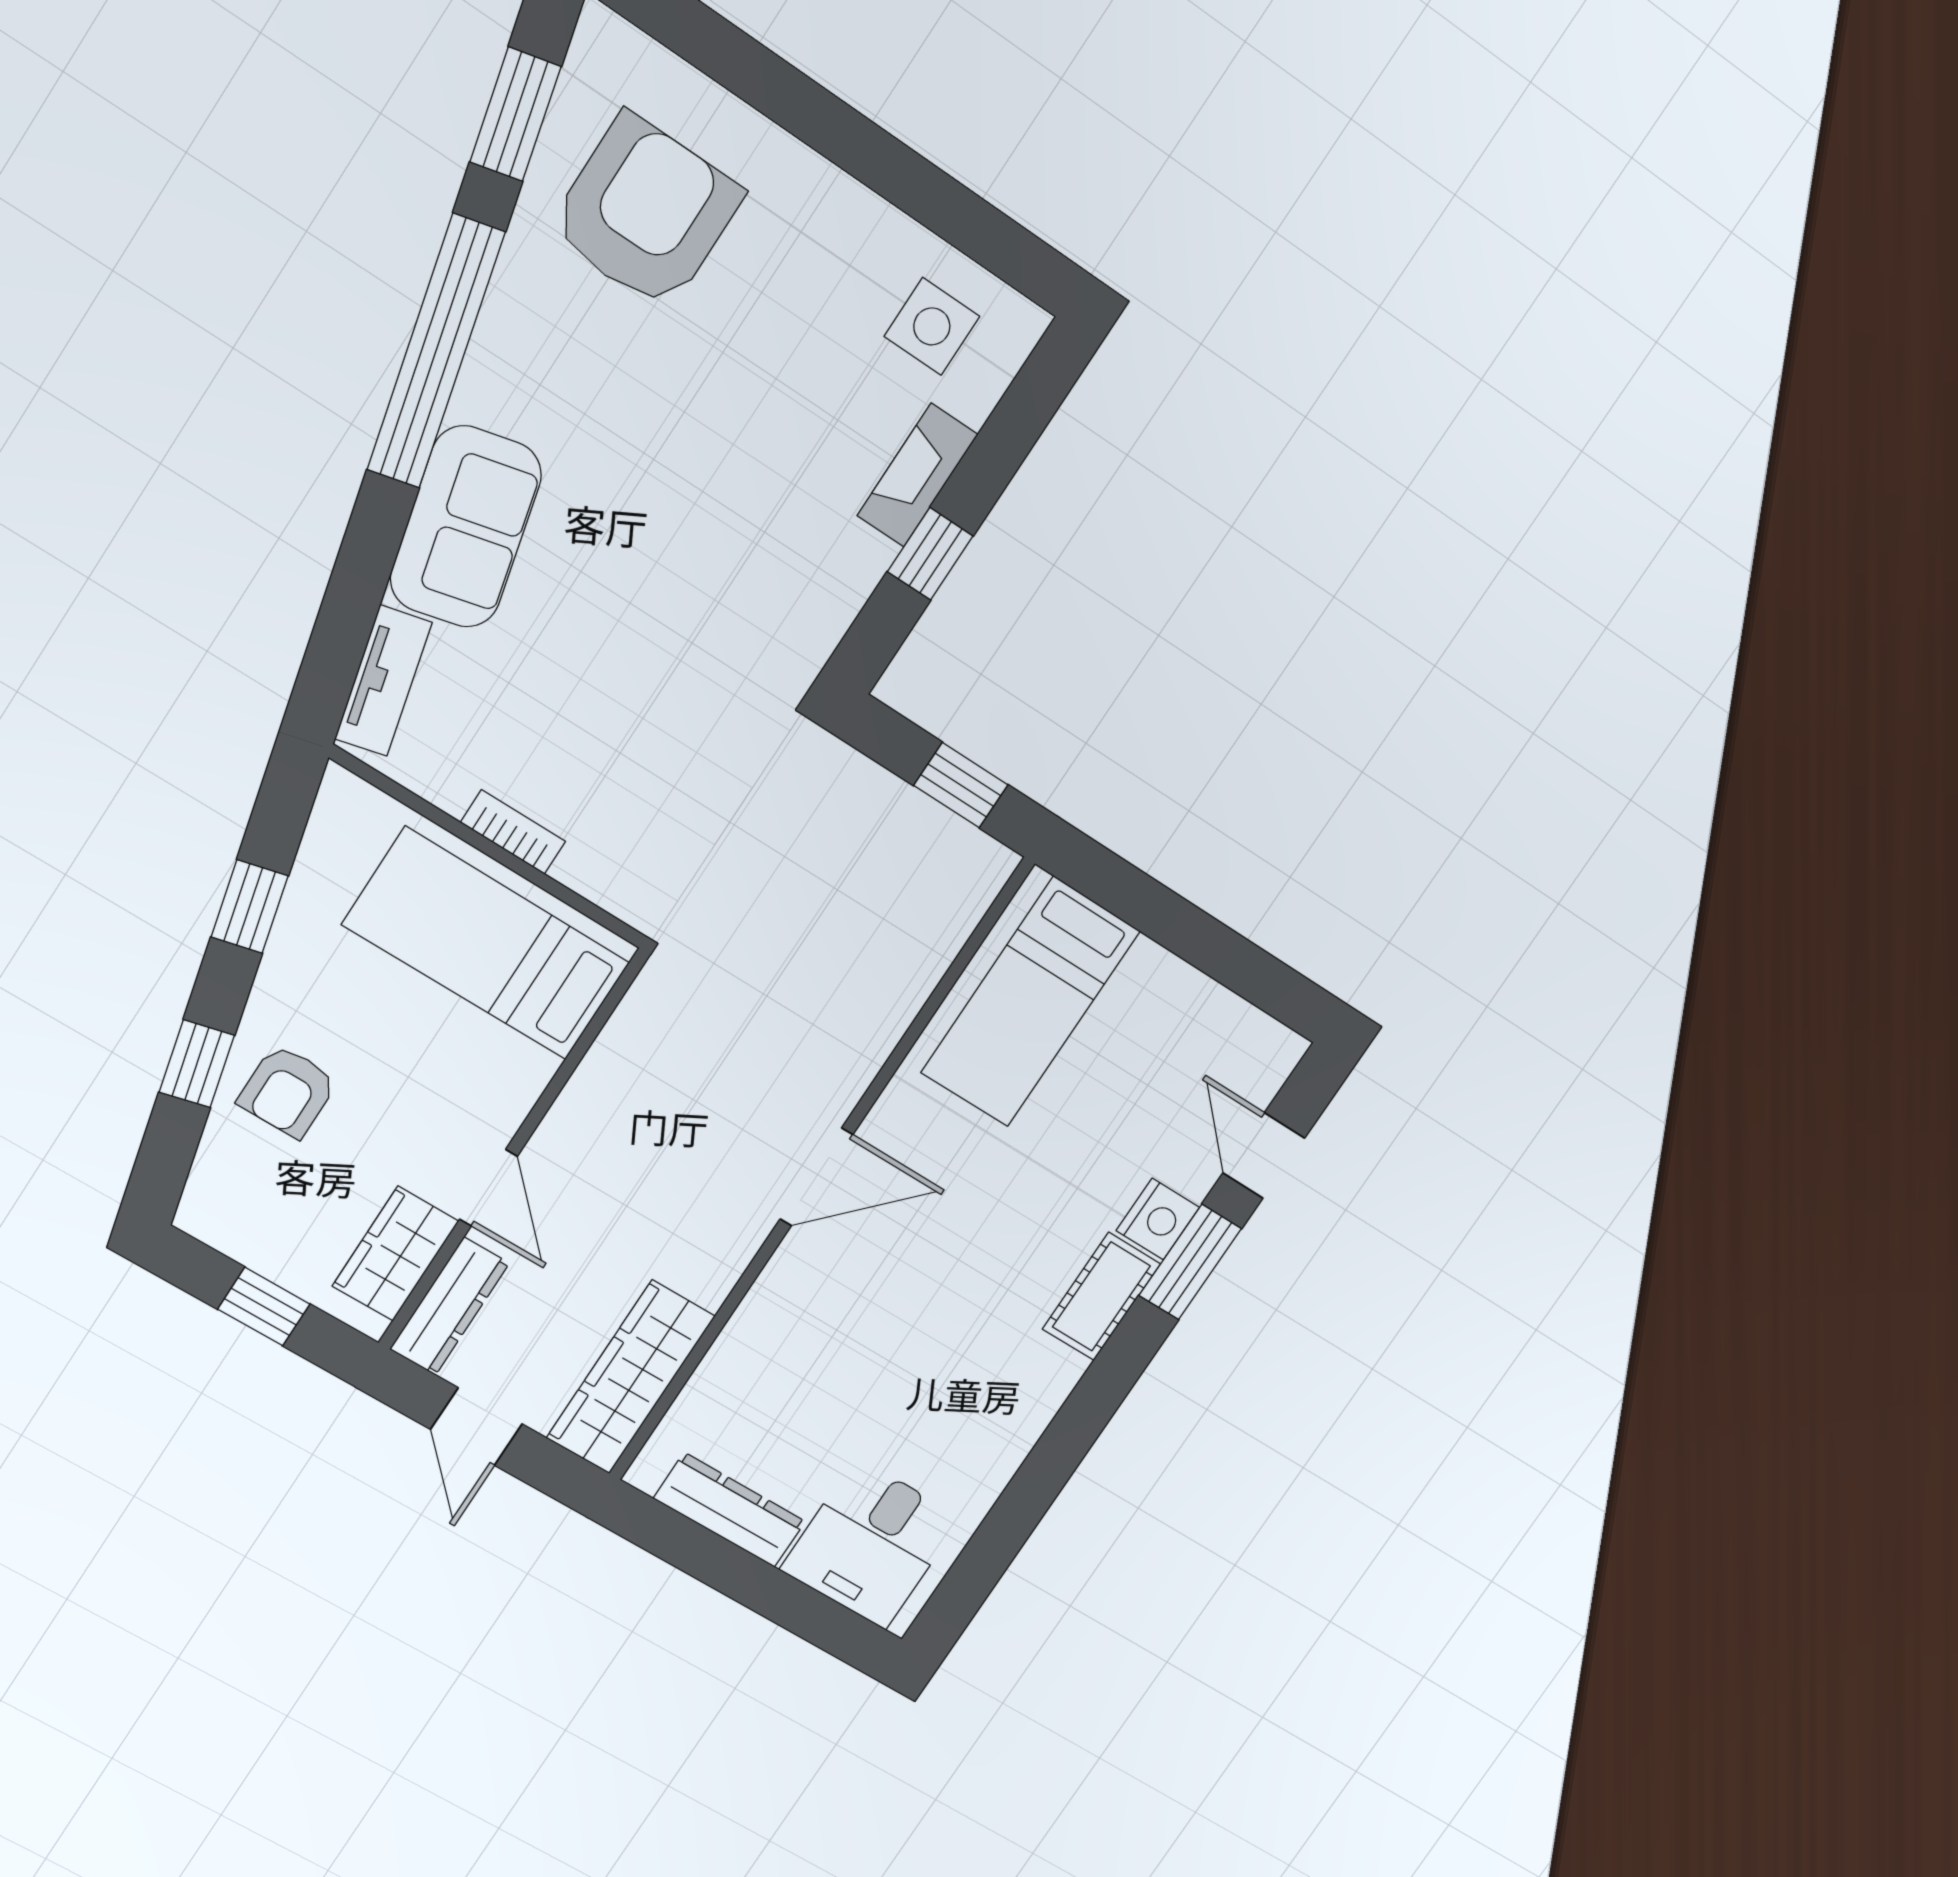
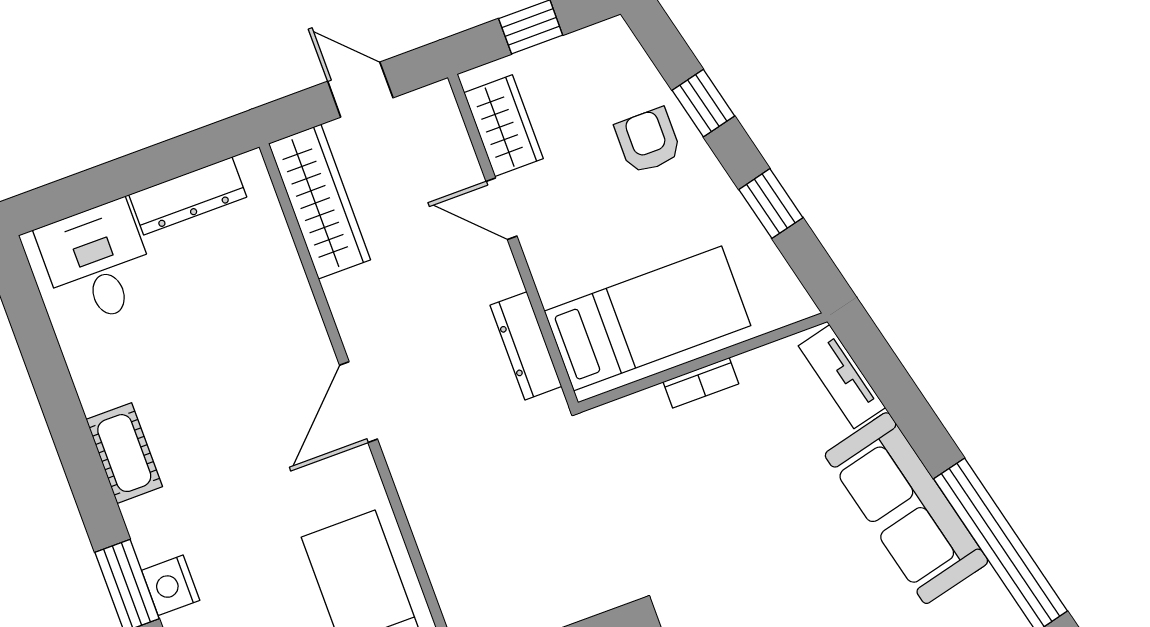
sofa: (466, 527) -> (906, 508), width x1.36
cot: (1101, 1296) -> (124, 453), moved
dresser: (450, 1306) -> (526, 346), moved

